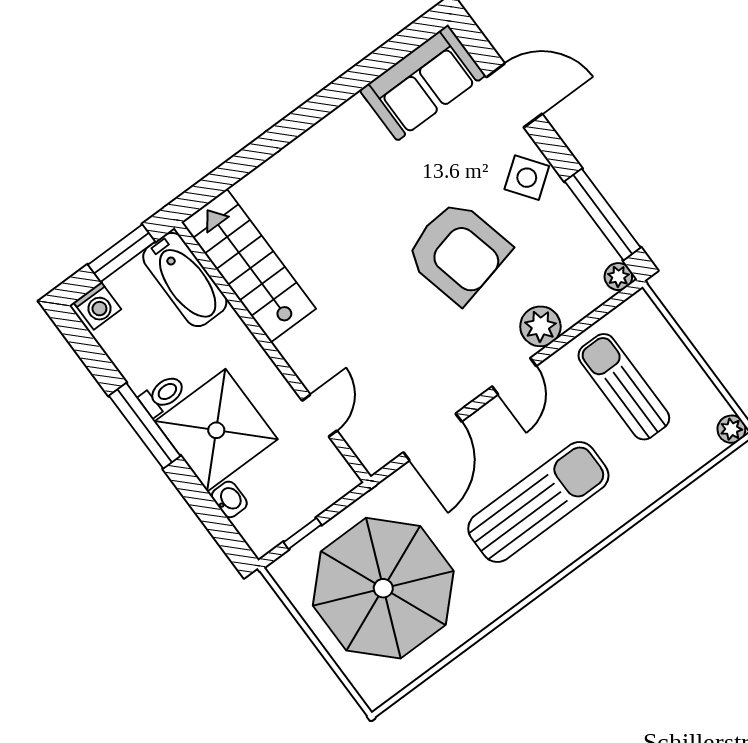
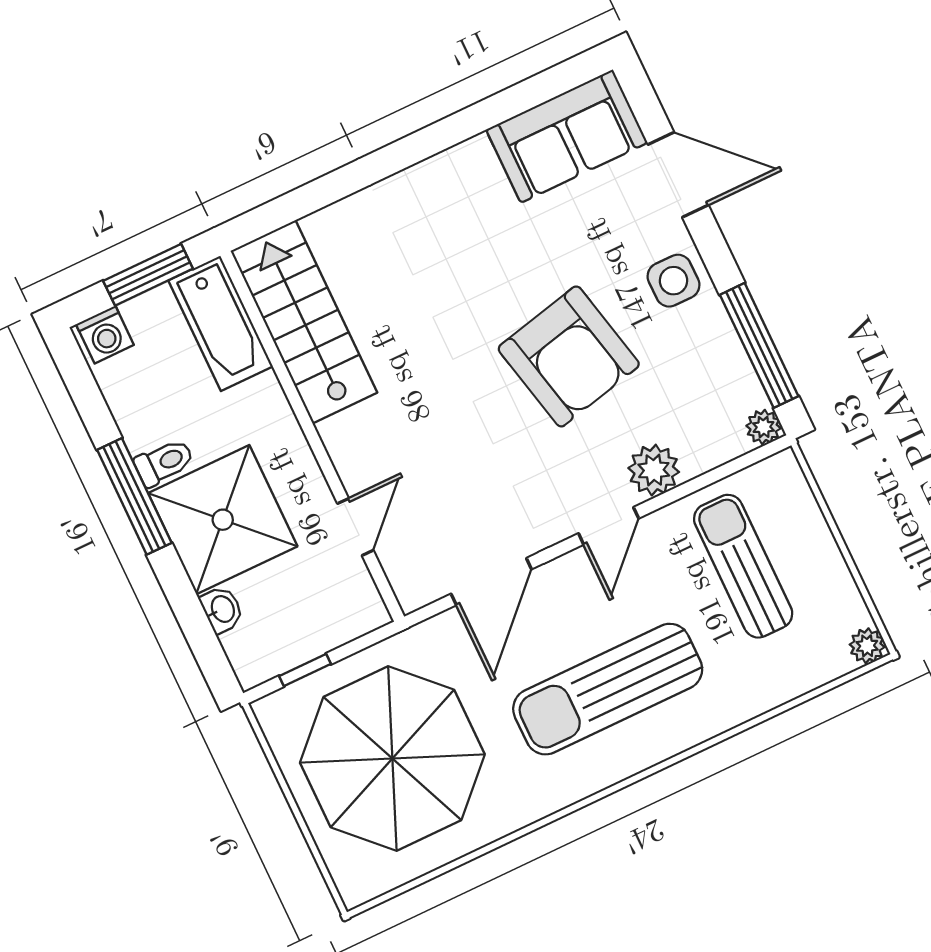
side table: (527, 178) -> (674, 281), turned 36
sun lounger: (538, 502) -> (608, 689), turned 180

